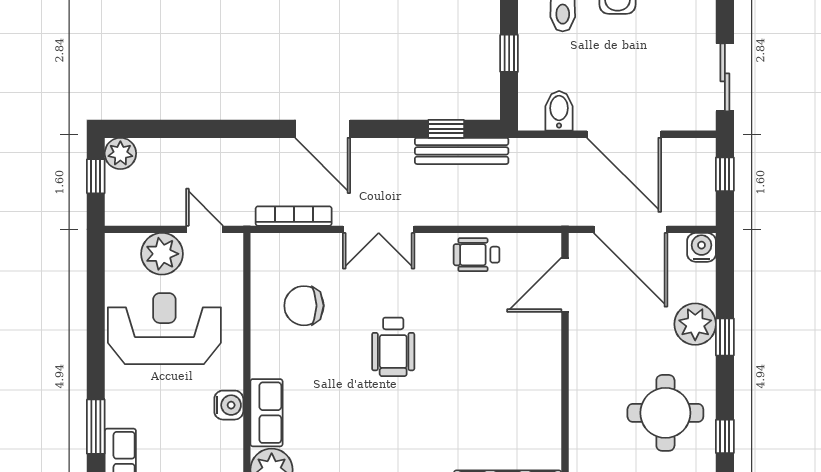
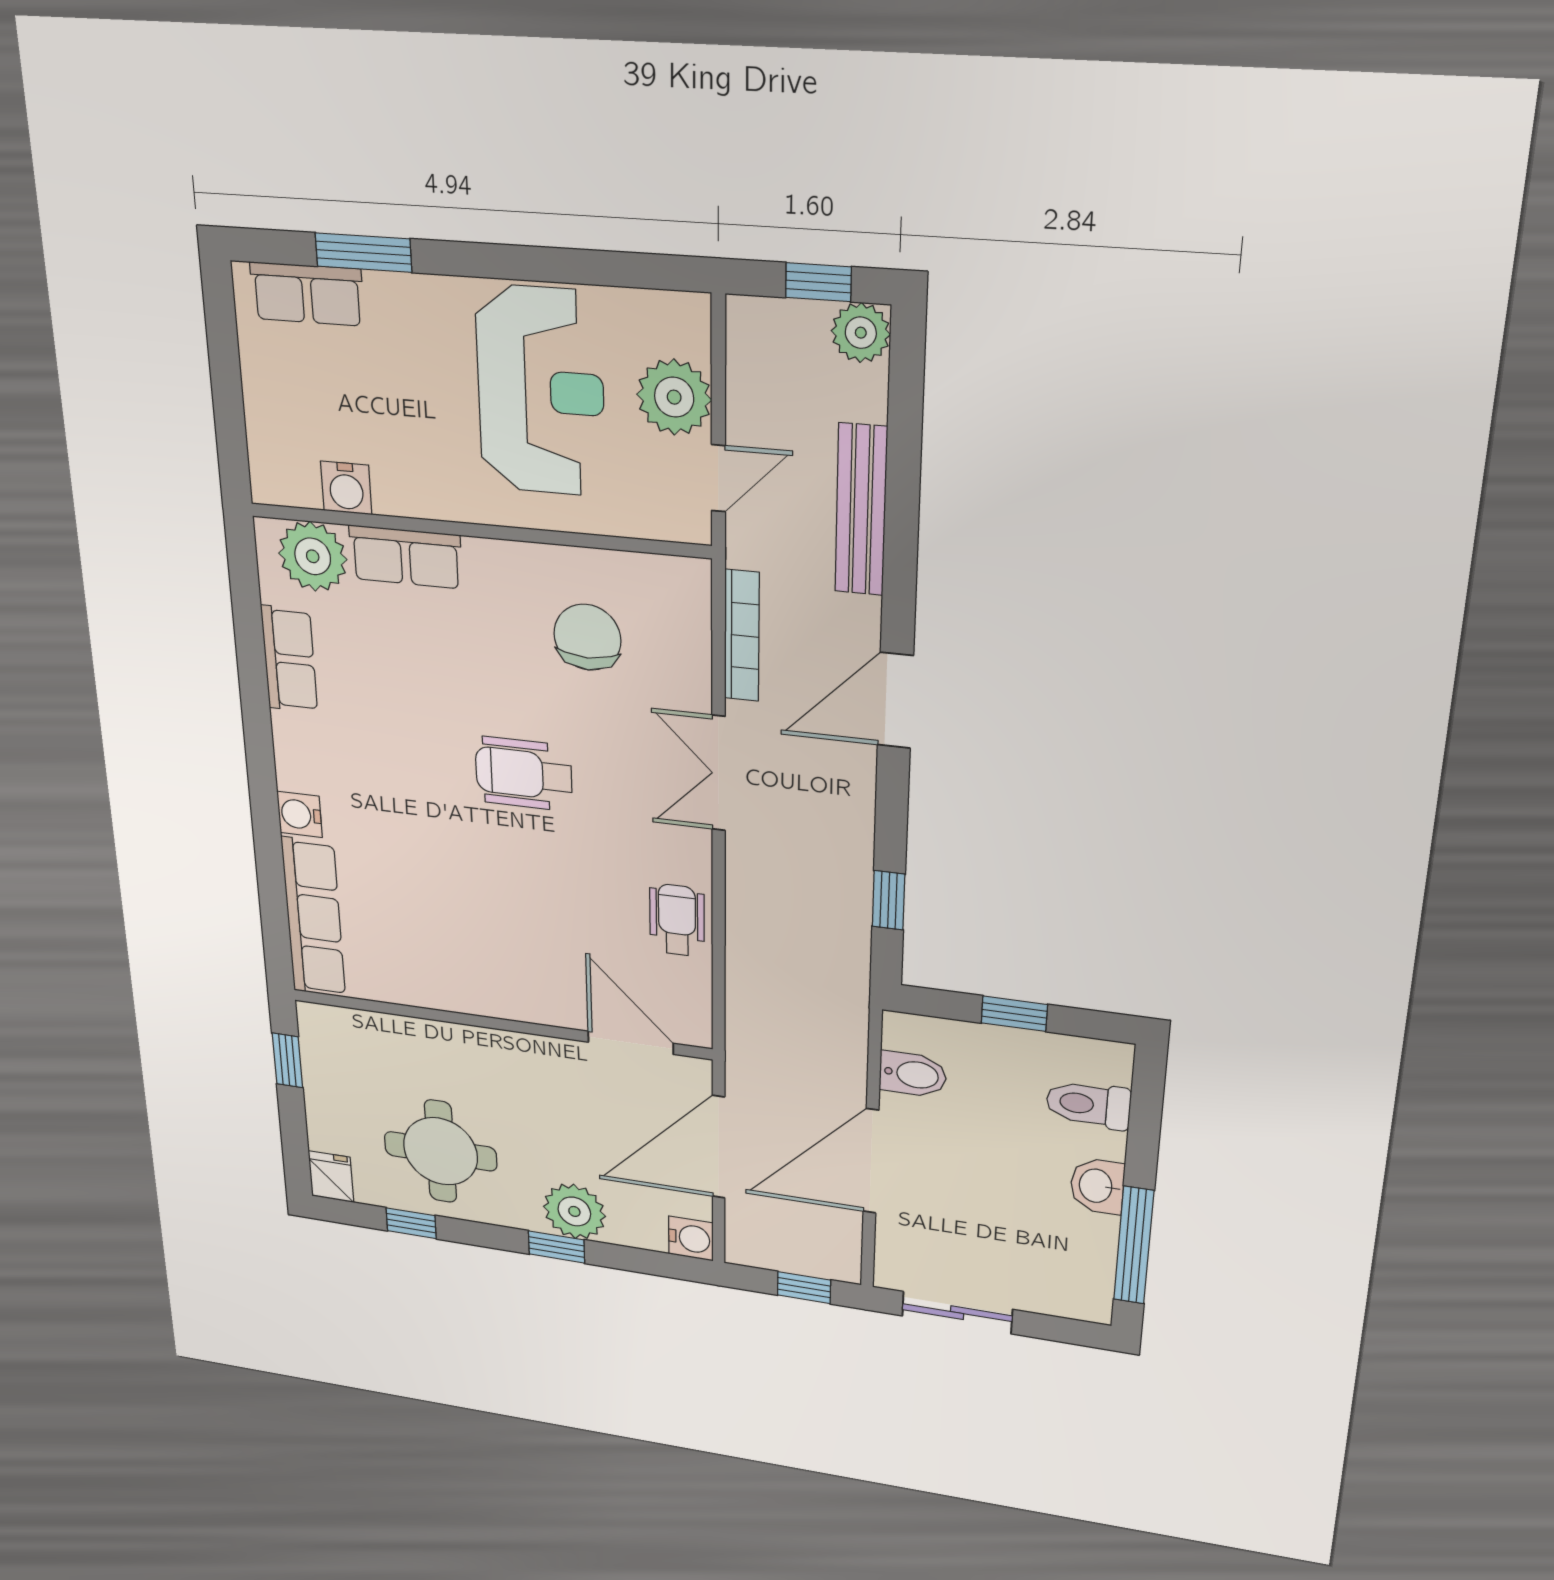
bench: (462, 151) -> (861, 510), moved
water cooler: (229, 405) -> (346, 488), moved

